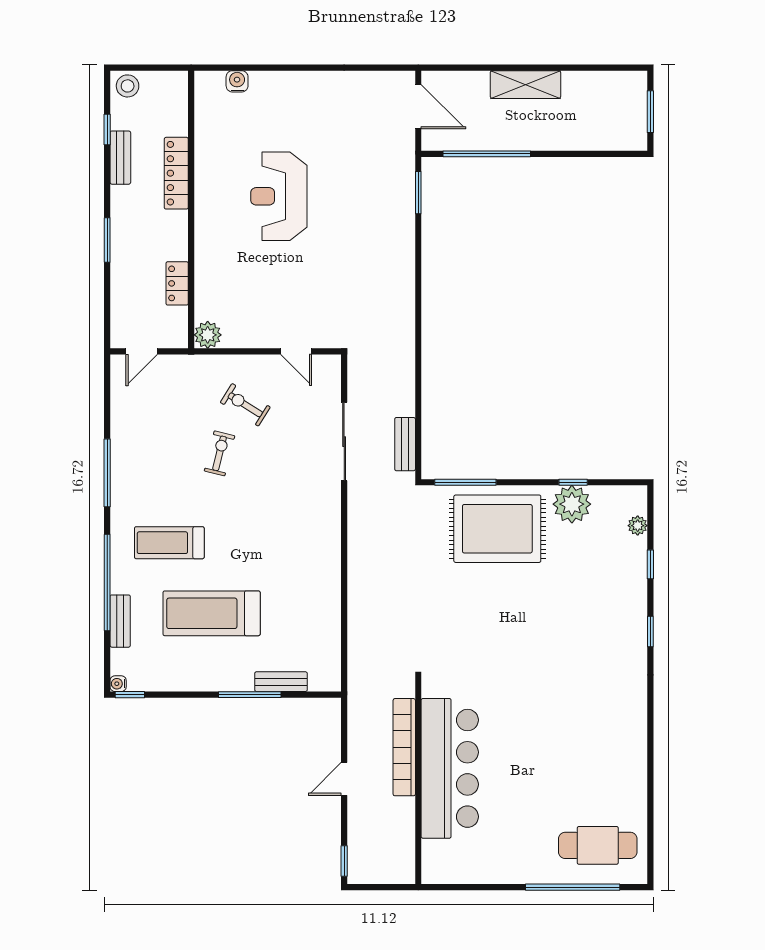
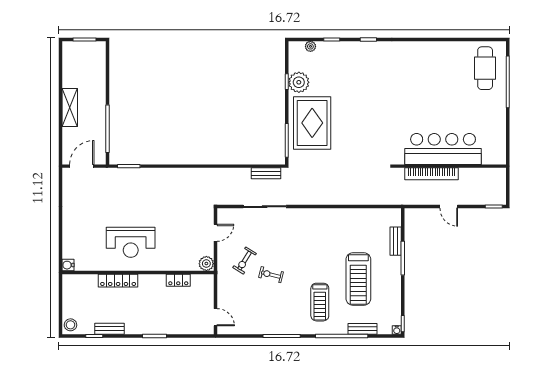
locker: (176, 173) -> (118, 281), moved
wall: (191, 209) -> (138, 273), moved
locker: (177, 283) -> (178, 280), moved
plant: (208, 335) -> (206, 264), moved

